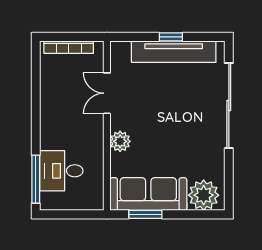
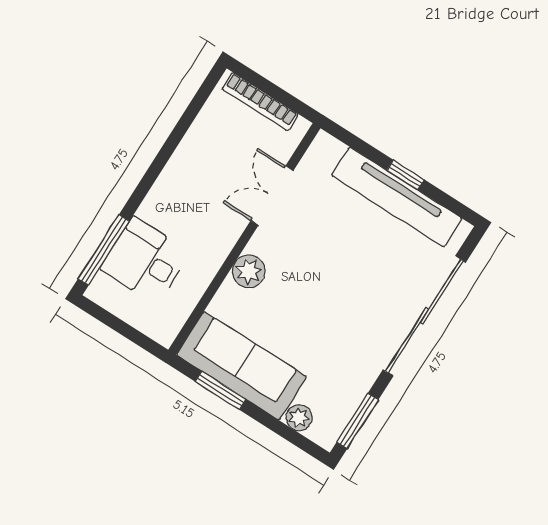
window: (229, 184) -> (357, 421), added
plant: (204, 195) -> (299, 418), width x0.53, depth x0.53

